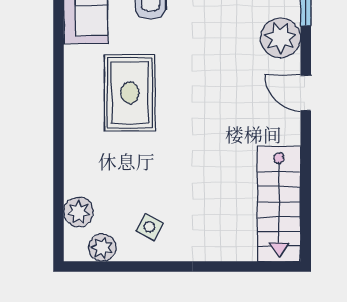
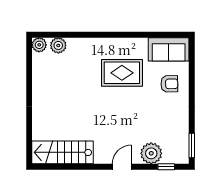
side table: (150, 227) -> (50, 83), removed
plant: (102, 248) -> (39, 45), moved

